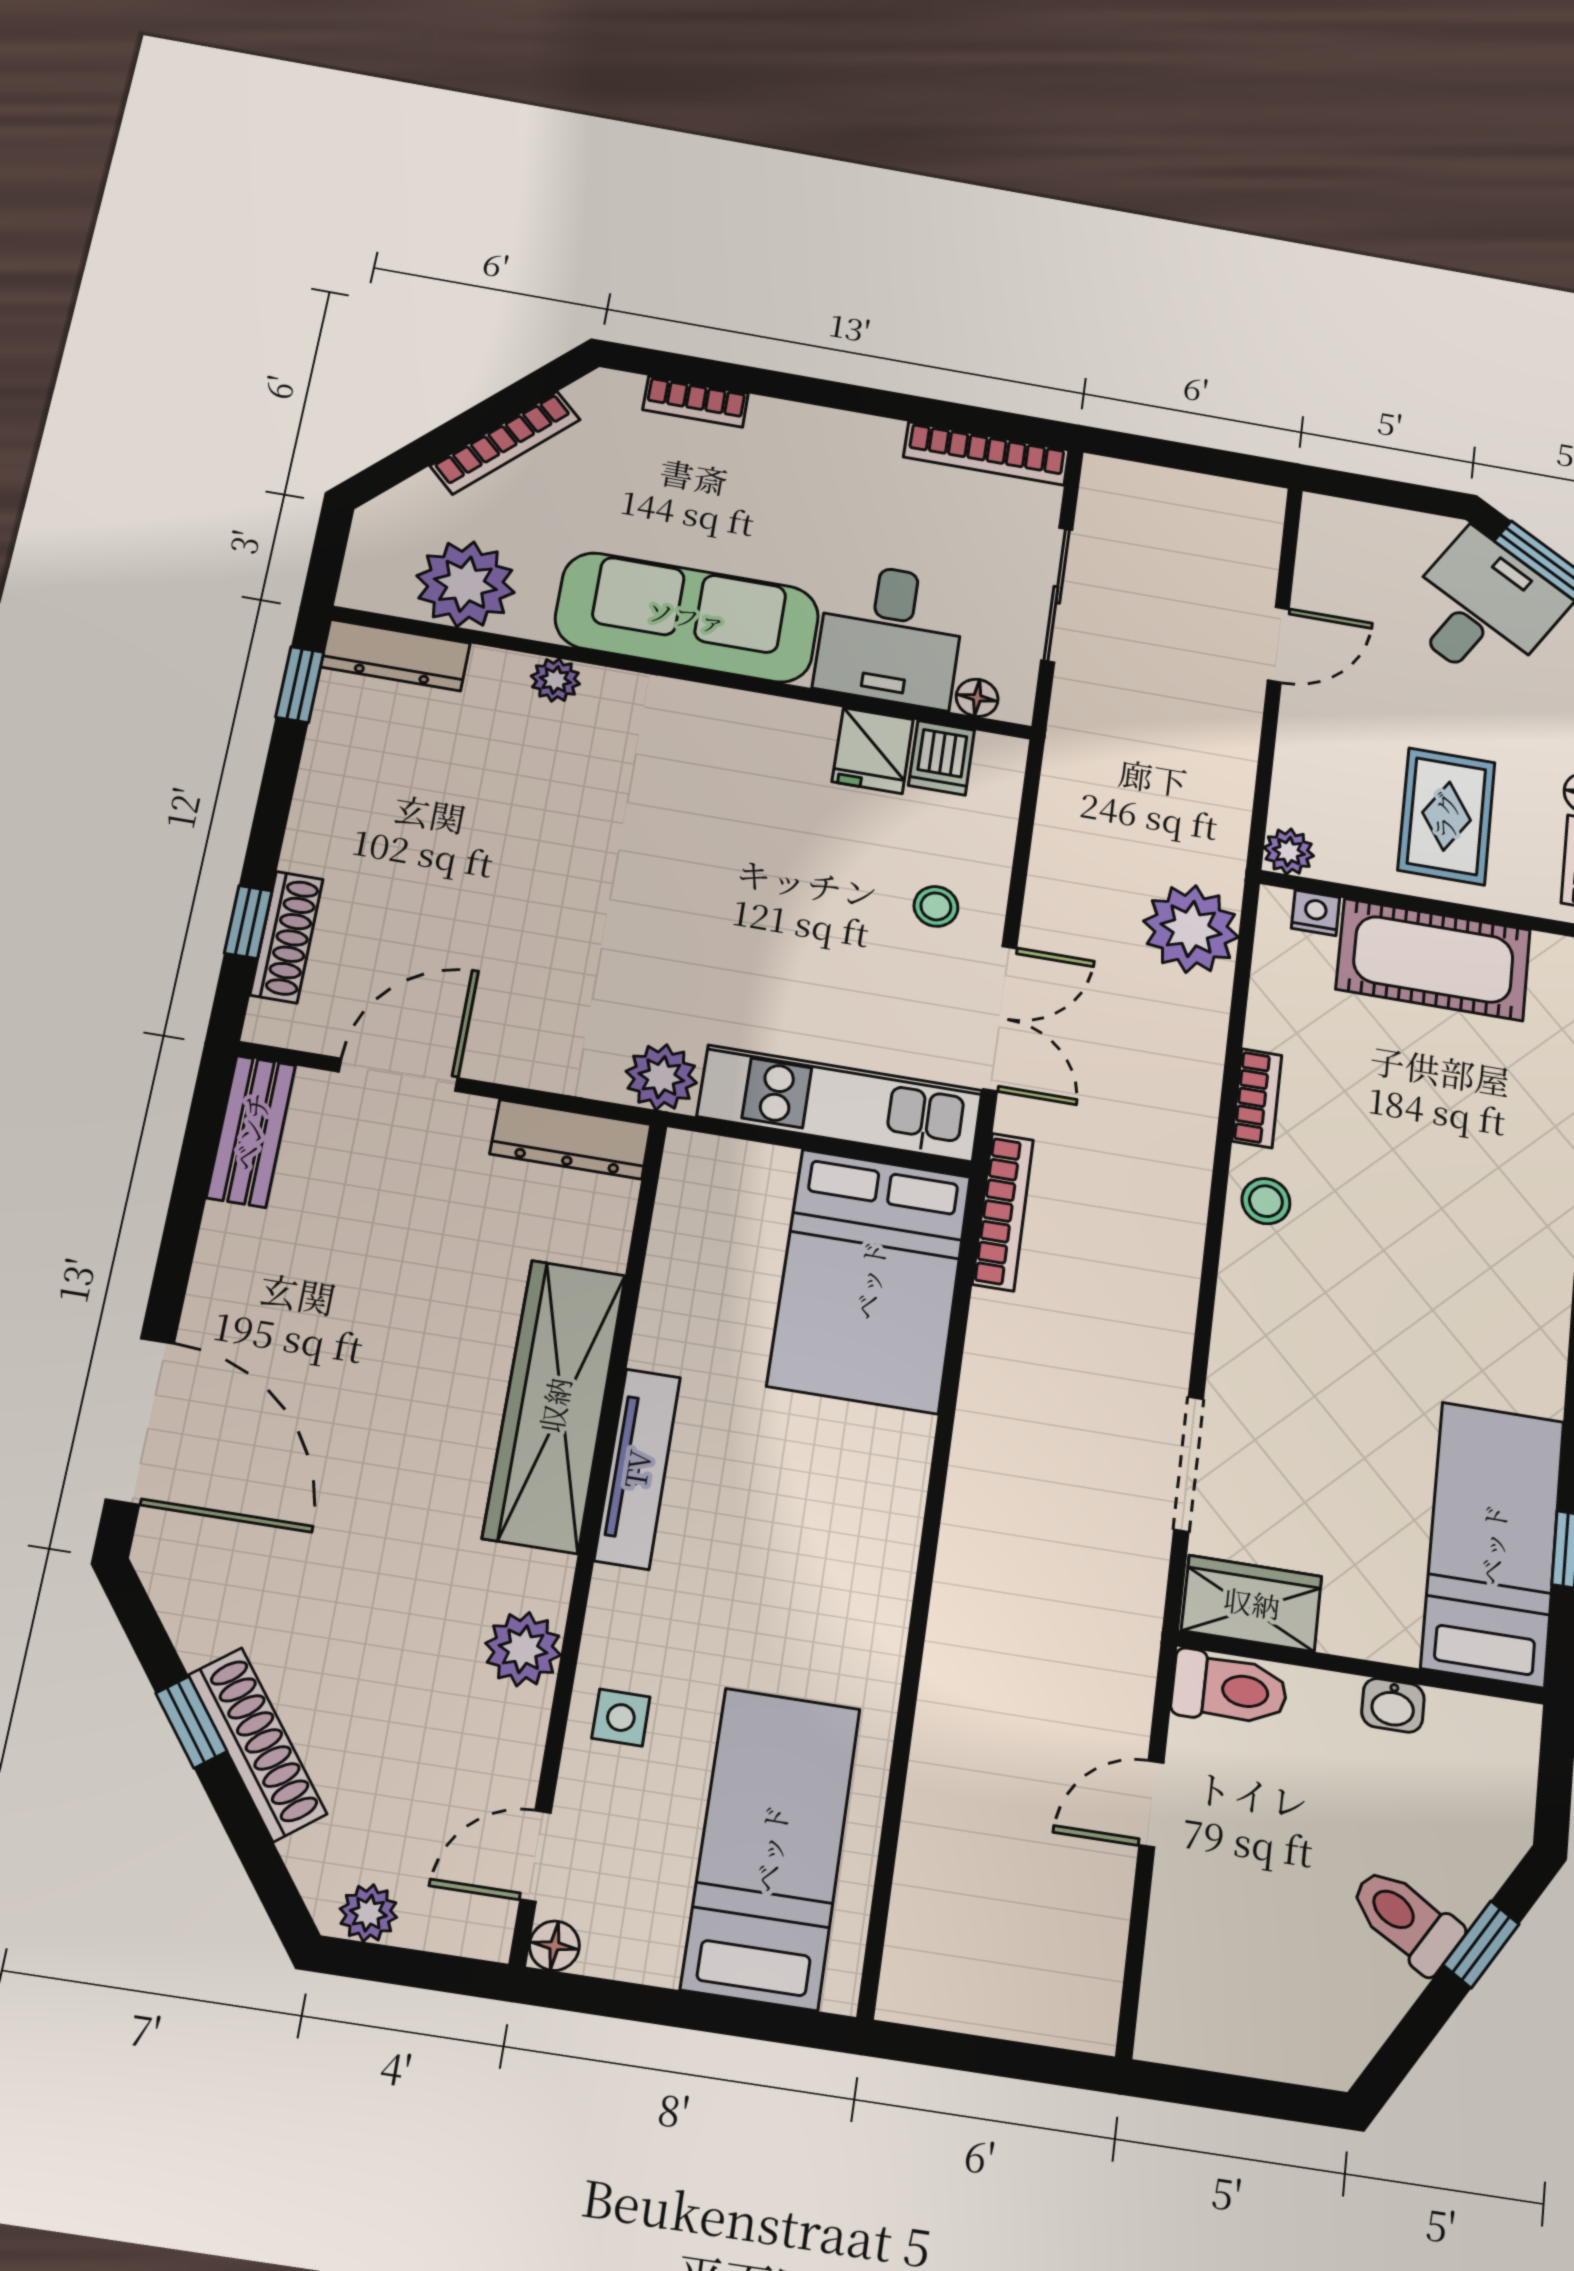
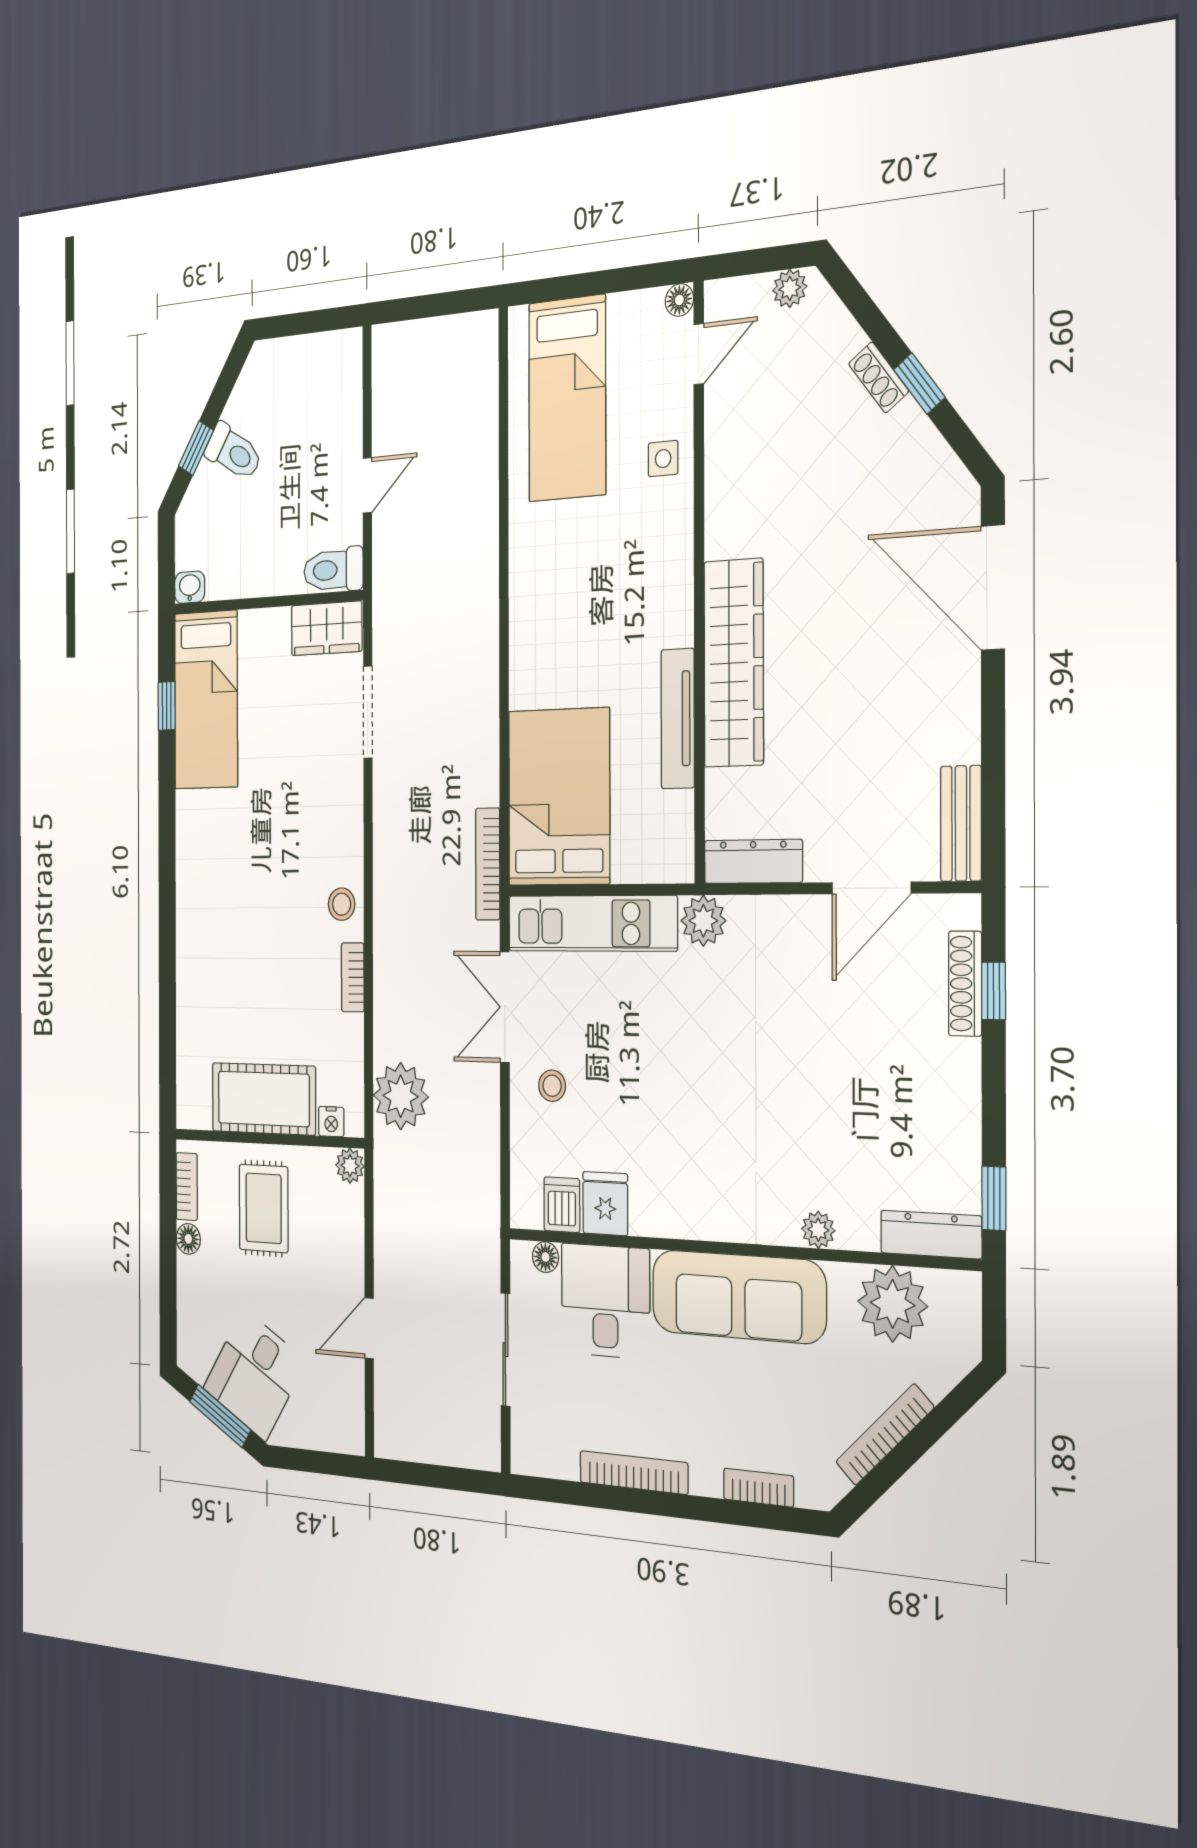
bookcase: (986, 454) -> (634, 1473), moved
tv unit: (637, 1469) -> (678, 719), moved
plant: (523, 1649) -> (727, 489), removed
washbasin: (1393, 1705) -> (190, 587), moved
shoe rack: (257, 1744) -> (879, 377), width x0.51, depth x0.81

